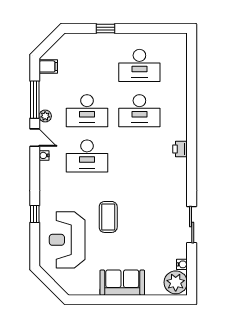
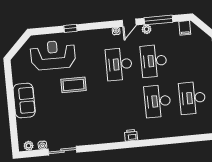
sliding door: (192, 225) -> (63, 151), moved
plant: (176, 282) -> (29, 146), width x0.53, depth x0.53

